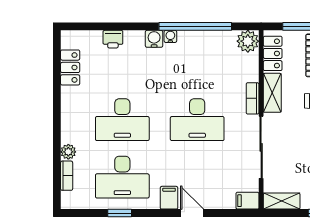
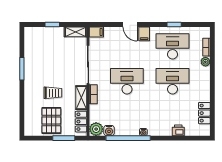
water cooler: (154, 39) -> (109, 131), moved

